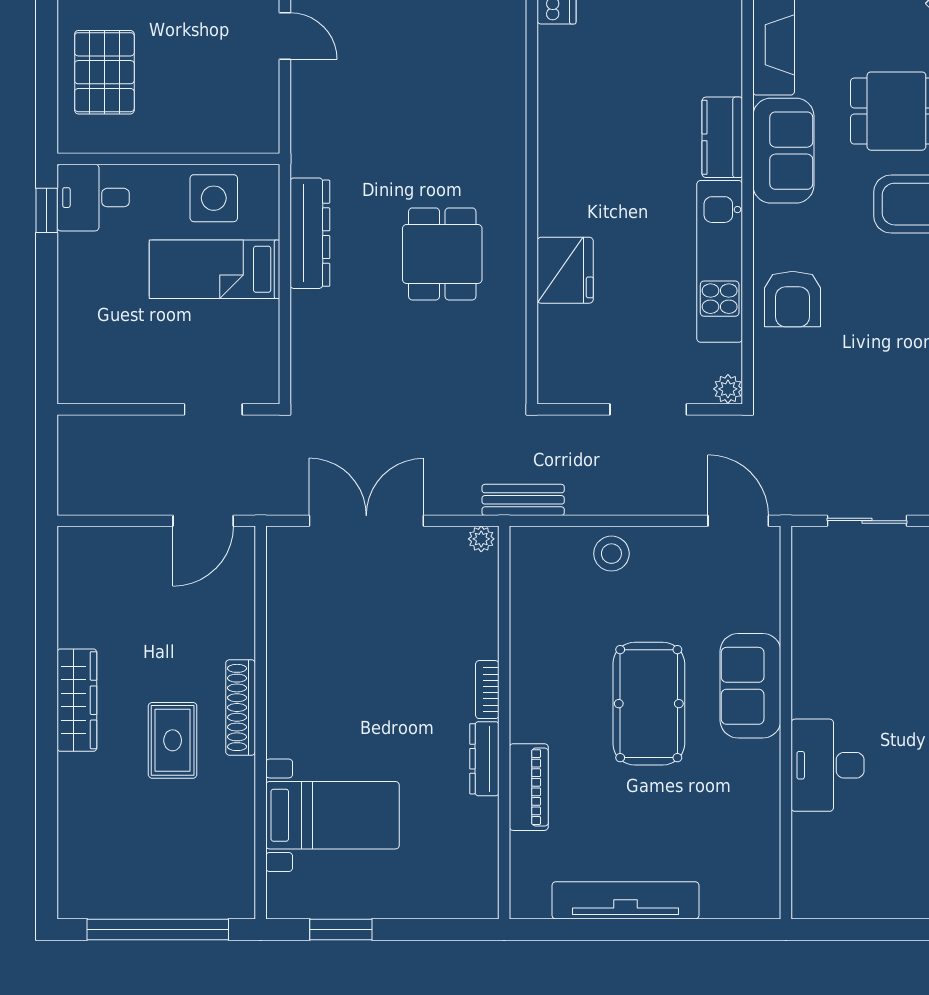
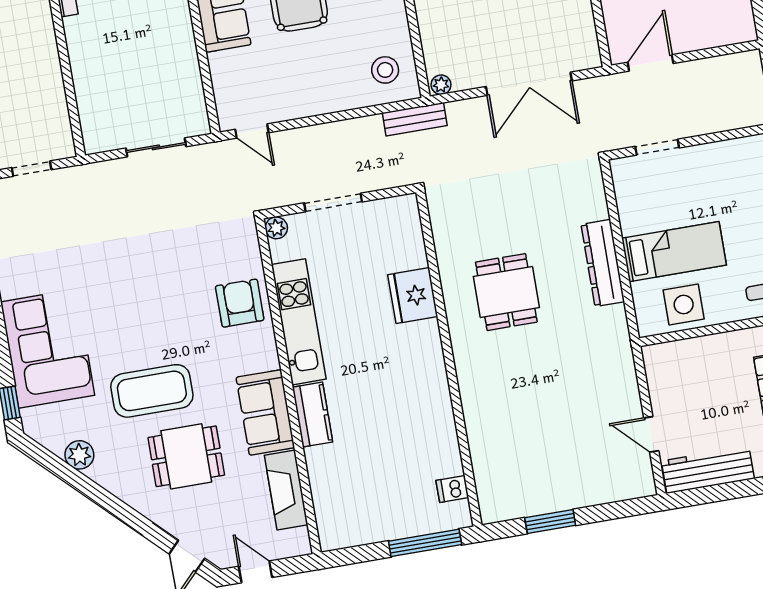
dresser: (310, 233) -> (603, 263), moved
door: (738, 521) -> (252, 131), width x0.73
stool: (611, 554) -> (385, 70), moved

